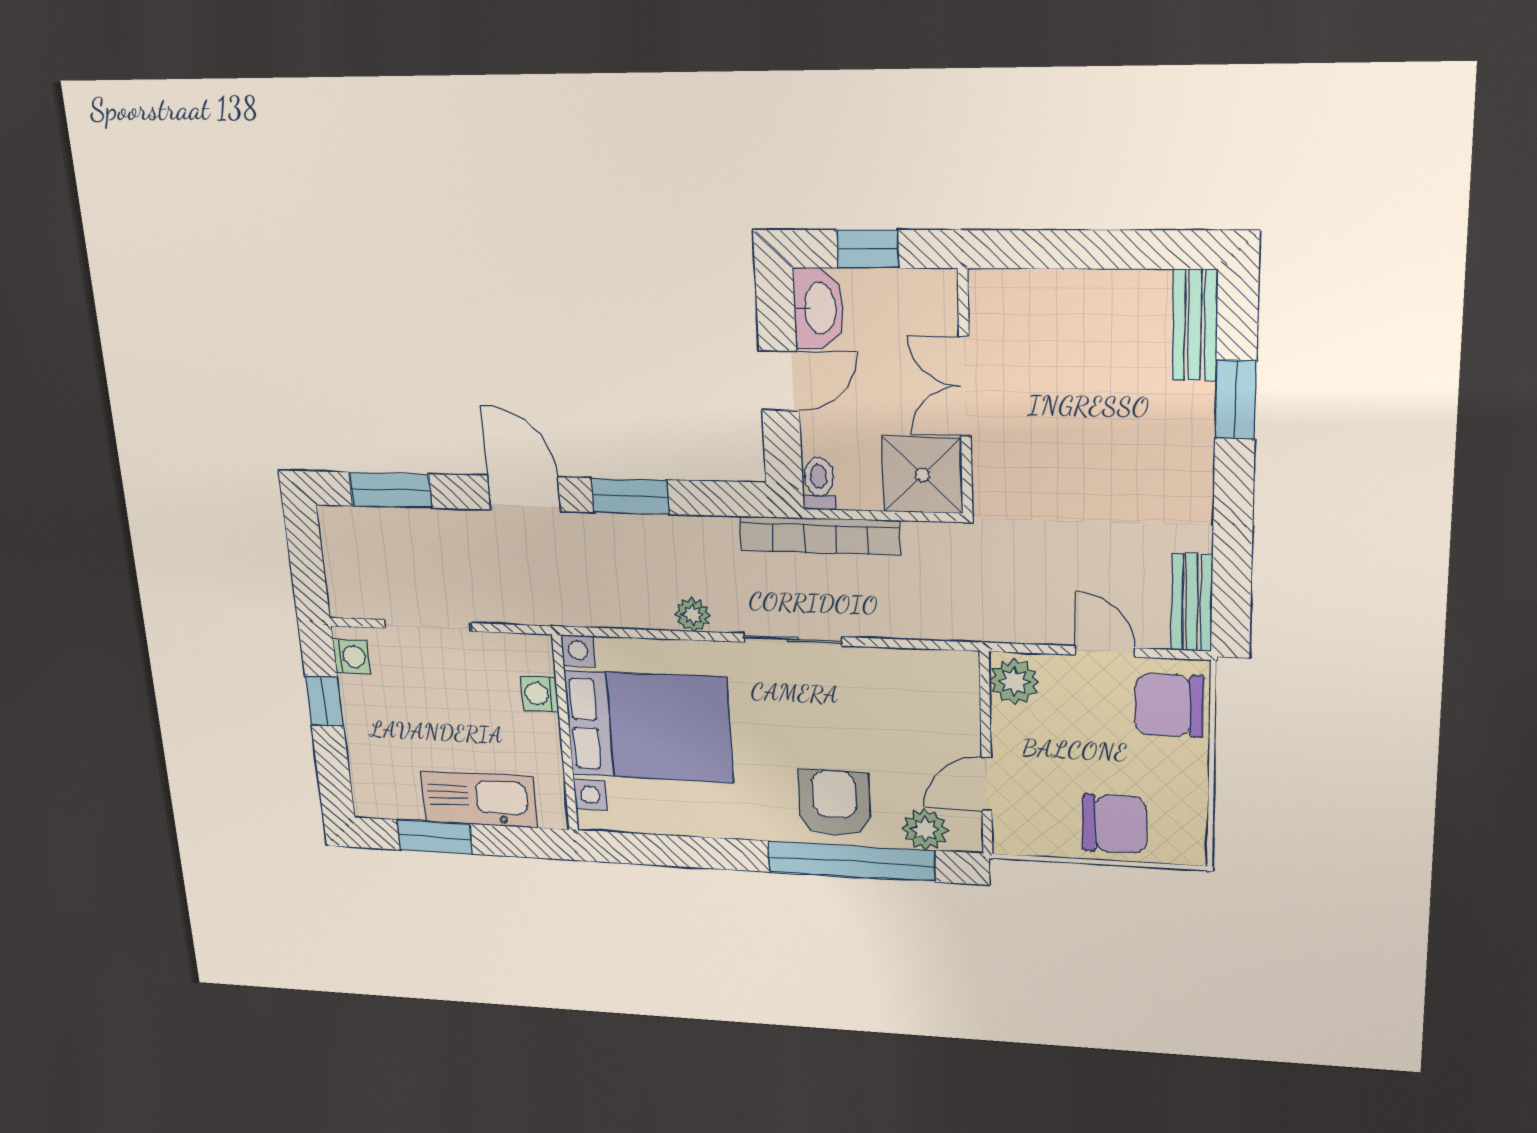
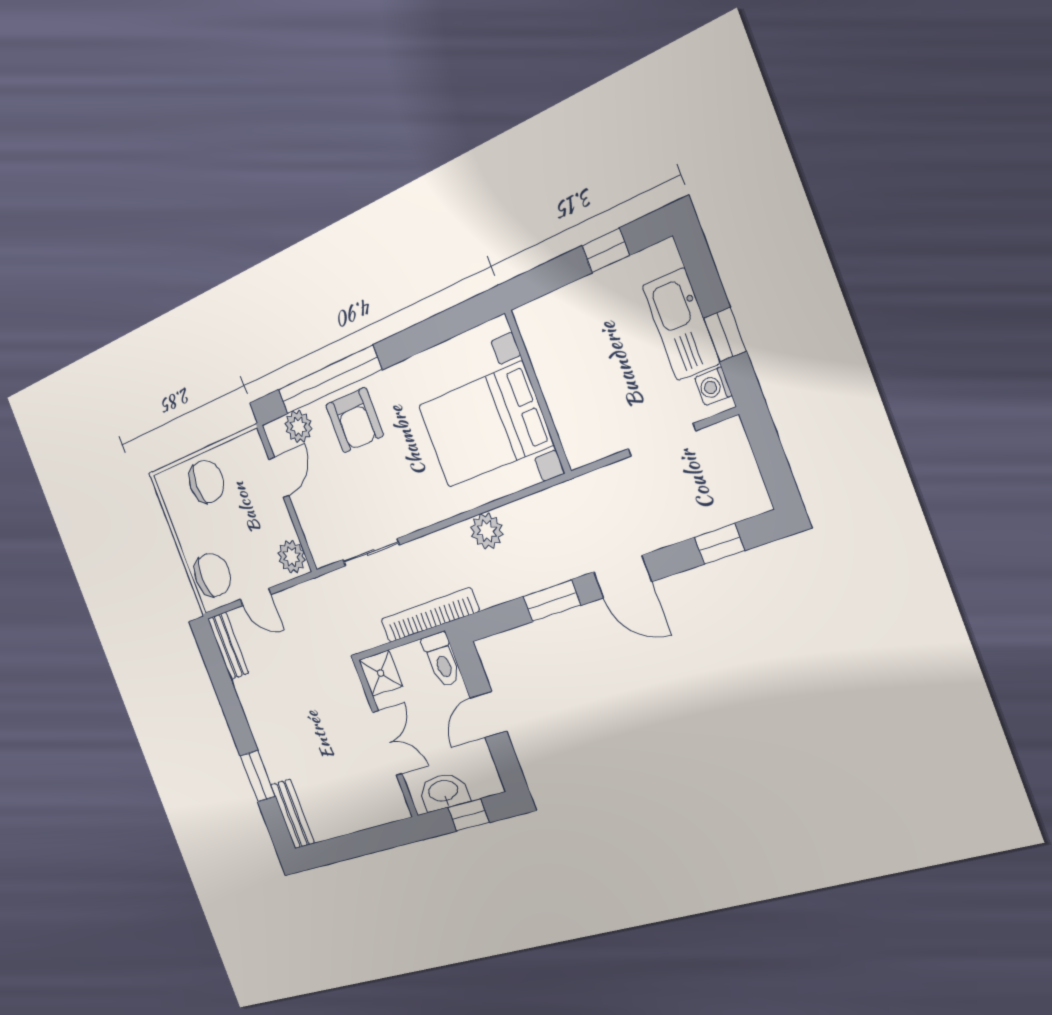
washbasin: (819, 308) -> (444, 792), moved, turned 90
shower: (922, 475) -> (381, 673), width x0.73, depth x0.73
toilet: (819, 484) -> (442, 660), width x1.37, depth x1.39
window: (390, 490) -> (719, 544), width x0.67
plant: (693, 615) -> (487, 531), width x1.38, depth x1.38
sliding door: (793, 640) -> (371, 552), moved
washing machine: (540, 694) -> (565, 418), removed
kitchen sink: (479, 799) -> (681, 324), moved, turned 90
chair: (1114, 824) -> (206, 482), turned 180
window: (435, 837) -> (606, 251), width x0.67

